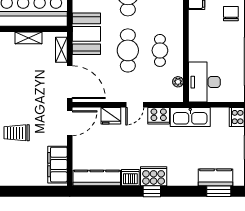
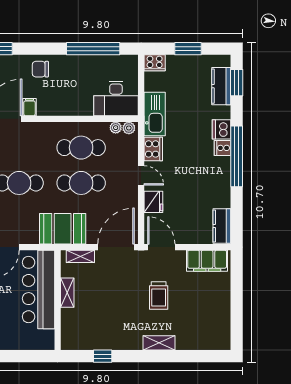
cafe table: (160, 50) -> (81, 148), width x1.37, depth x1.35
plant: (178, 94) -> (129, 128), added
trolley: (17, 133) -> (159, 296), moved
cooker: (154, 176) -> (223, 148), width x0.53, depth x0.76
kitchen counter: (97, 178) -> (222, 226), width x0.67
dishwasher: (130, 178) -> (222, 129), moved
window: (152, 191) -> (237, 156), width x3.17

